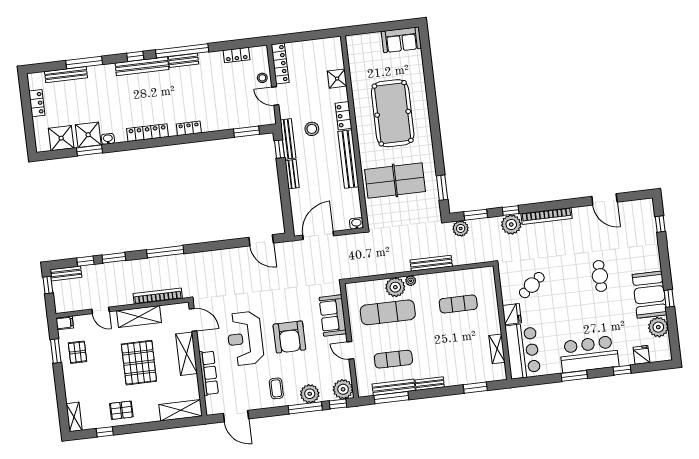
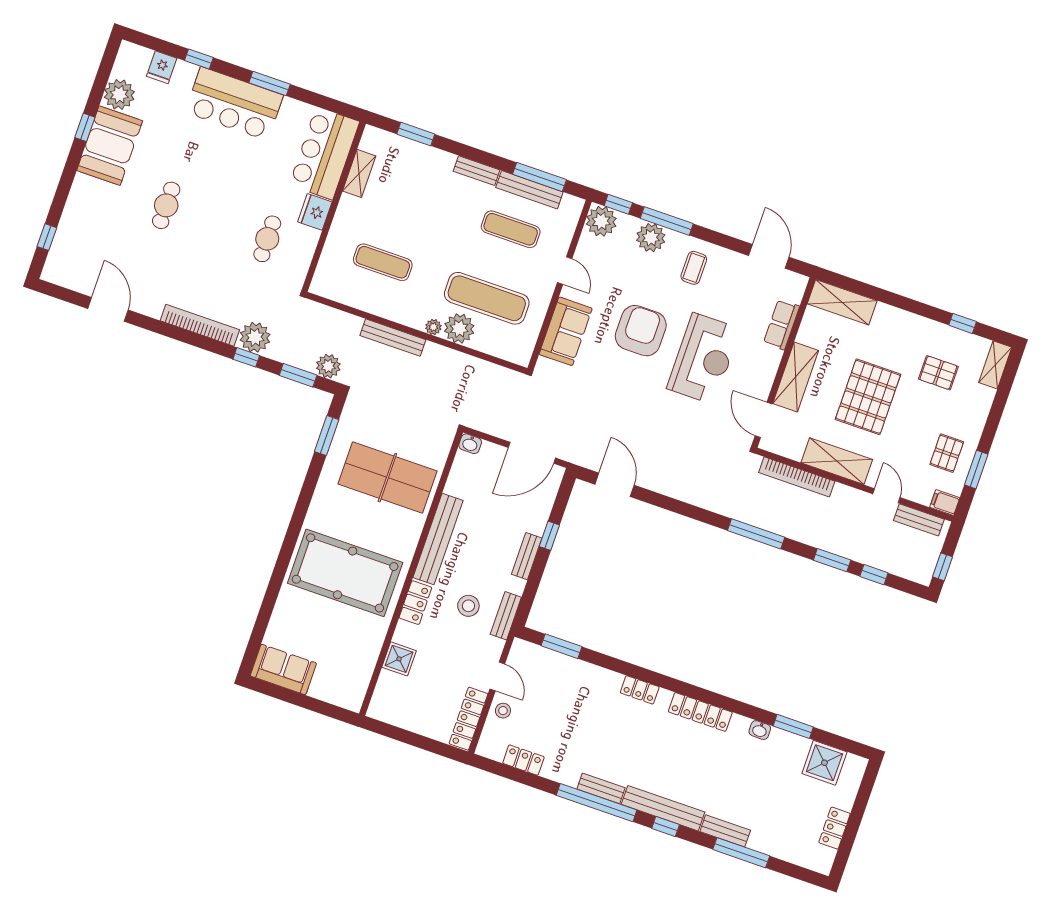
bench: (66, 75) -> (725, 831), moved, width x0.73
pool table: (393, 113) -> (345, 573), turned 90
shower: (88, 135) -> (784, 749), removed
bench: (288, 139) -> (506, 616), width x0.73
window: (279, 149) -> (549, 536), moved
bench: (66, 273) -> (919, 520), moved
cafe table: (532, 285) -> (267, 239), turned -50
row of seats: (209, 373) -> (782, 325), width x0.68
pallet: (121, 410) -> (938, 373), moved

